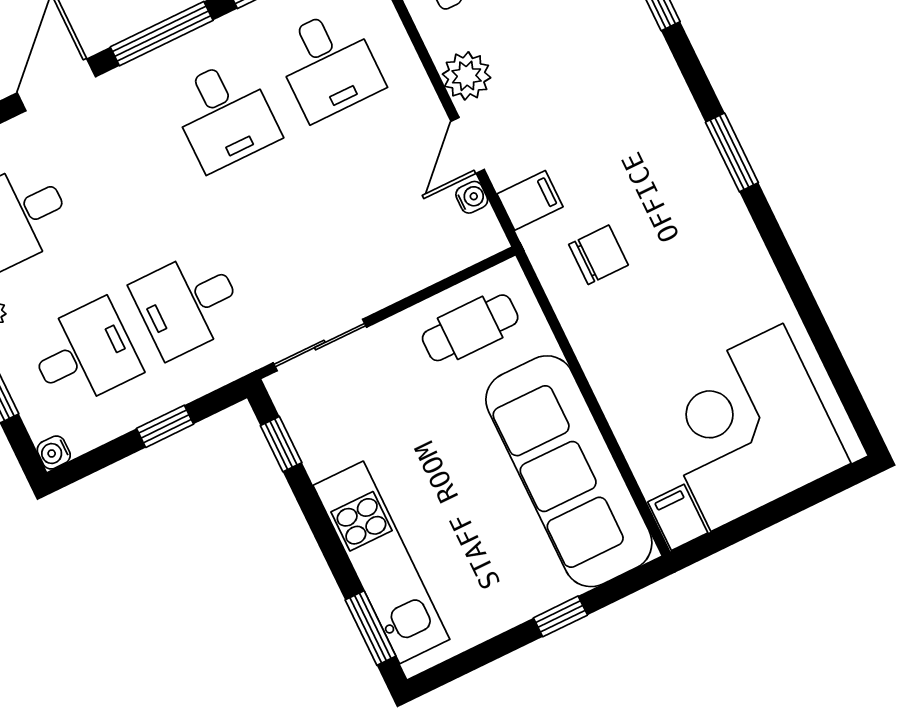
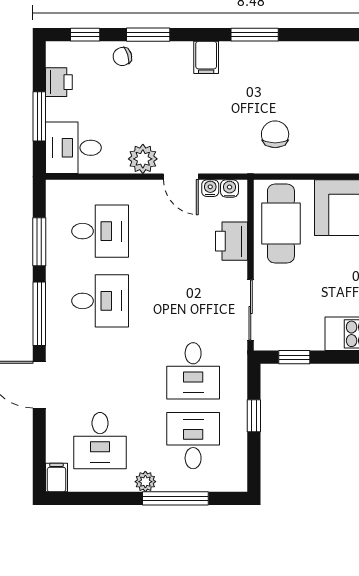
filing cabinet: (530, 200) -> (206, 57), moved, turned 180
printer: (408, 267) -> (232, 241), added
cafe table: (470, 328) -> (281, 224), width x1.37, depth x1.35
water cooler: (54, 452) -> (230, 188), moved, turned 180

